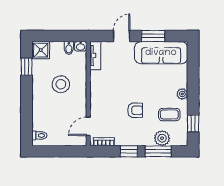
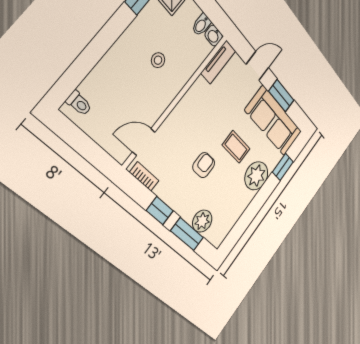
stool: (61, 84) -> (158, 60), width x0.53, depth x0.53
plant: (182, 94) -> (256, 176), width x1.88, depth x1.88
armchair: (135, 110) -> (204, 165), turned -90
coffee table: (169, 114) -> (236, 147), moved
window: (193, 123) -> (283, 167), moved

